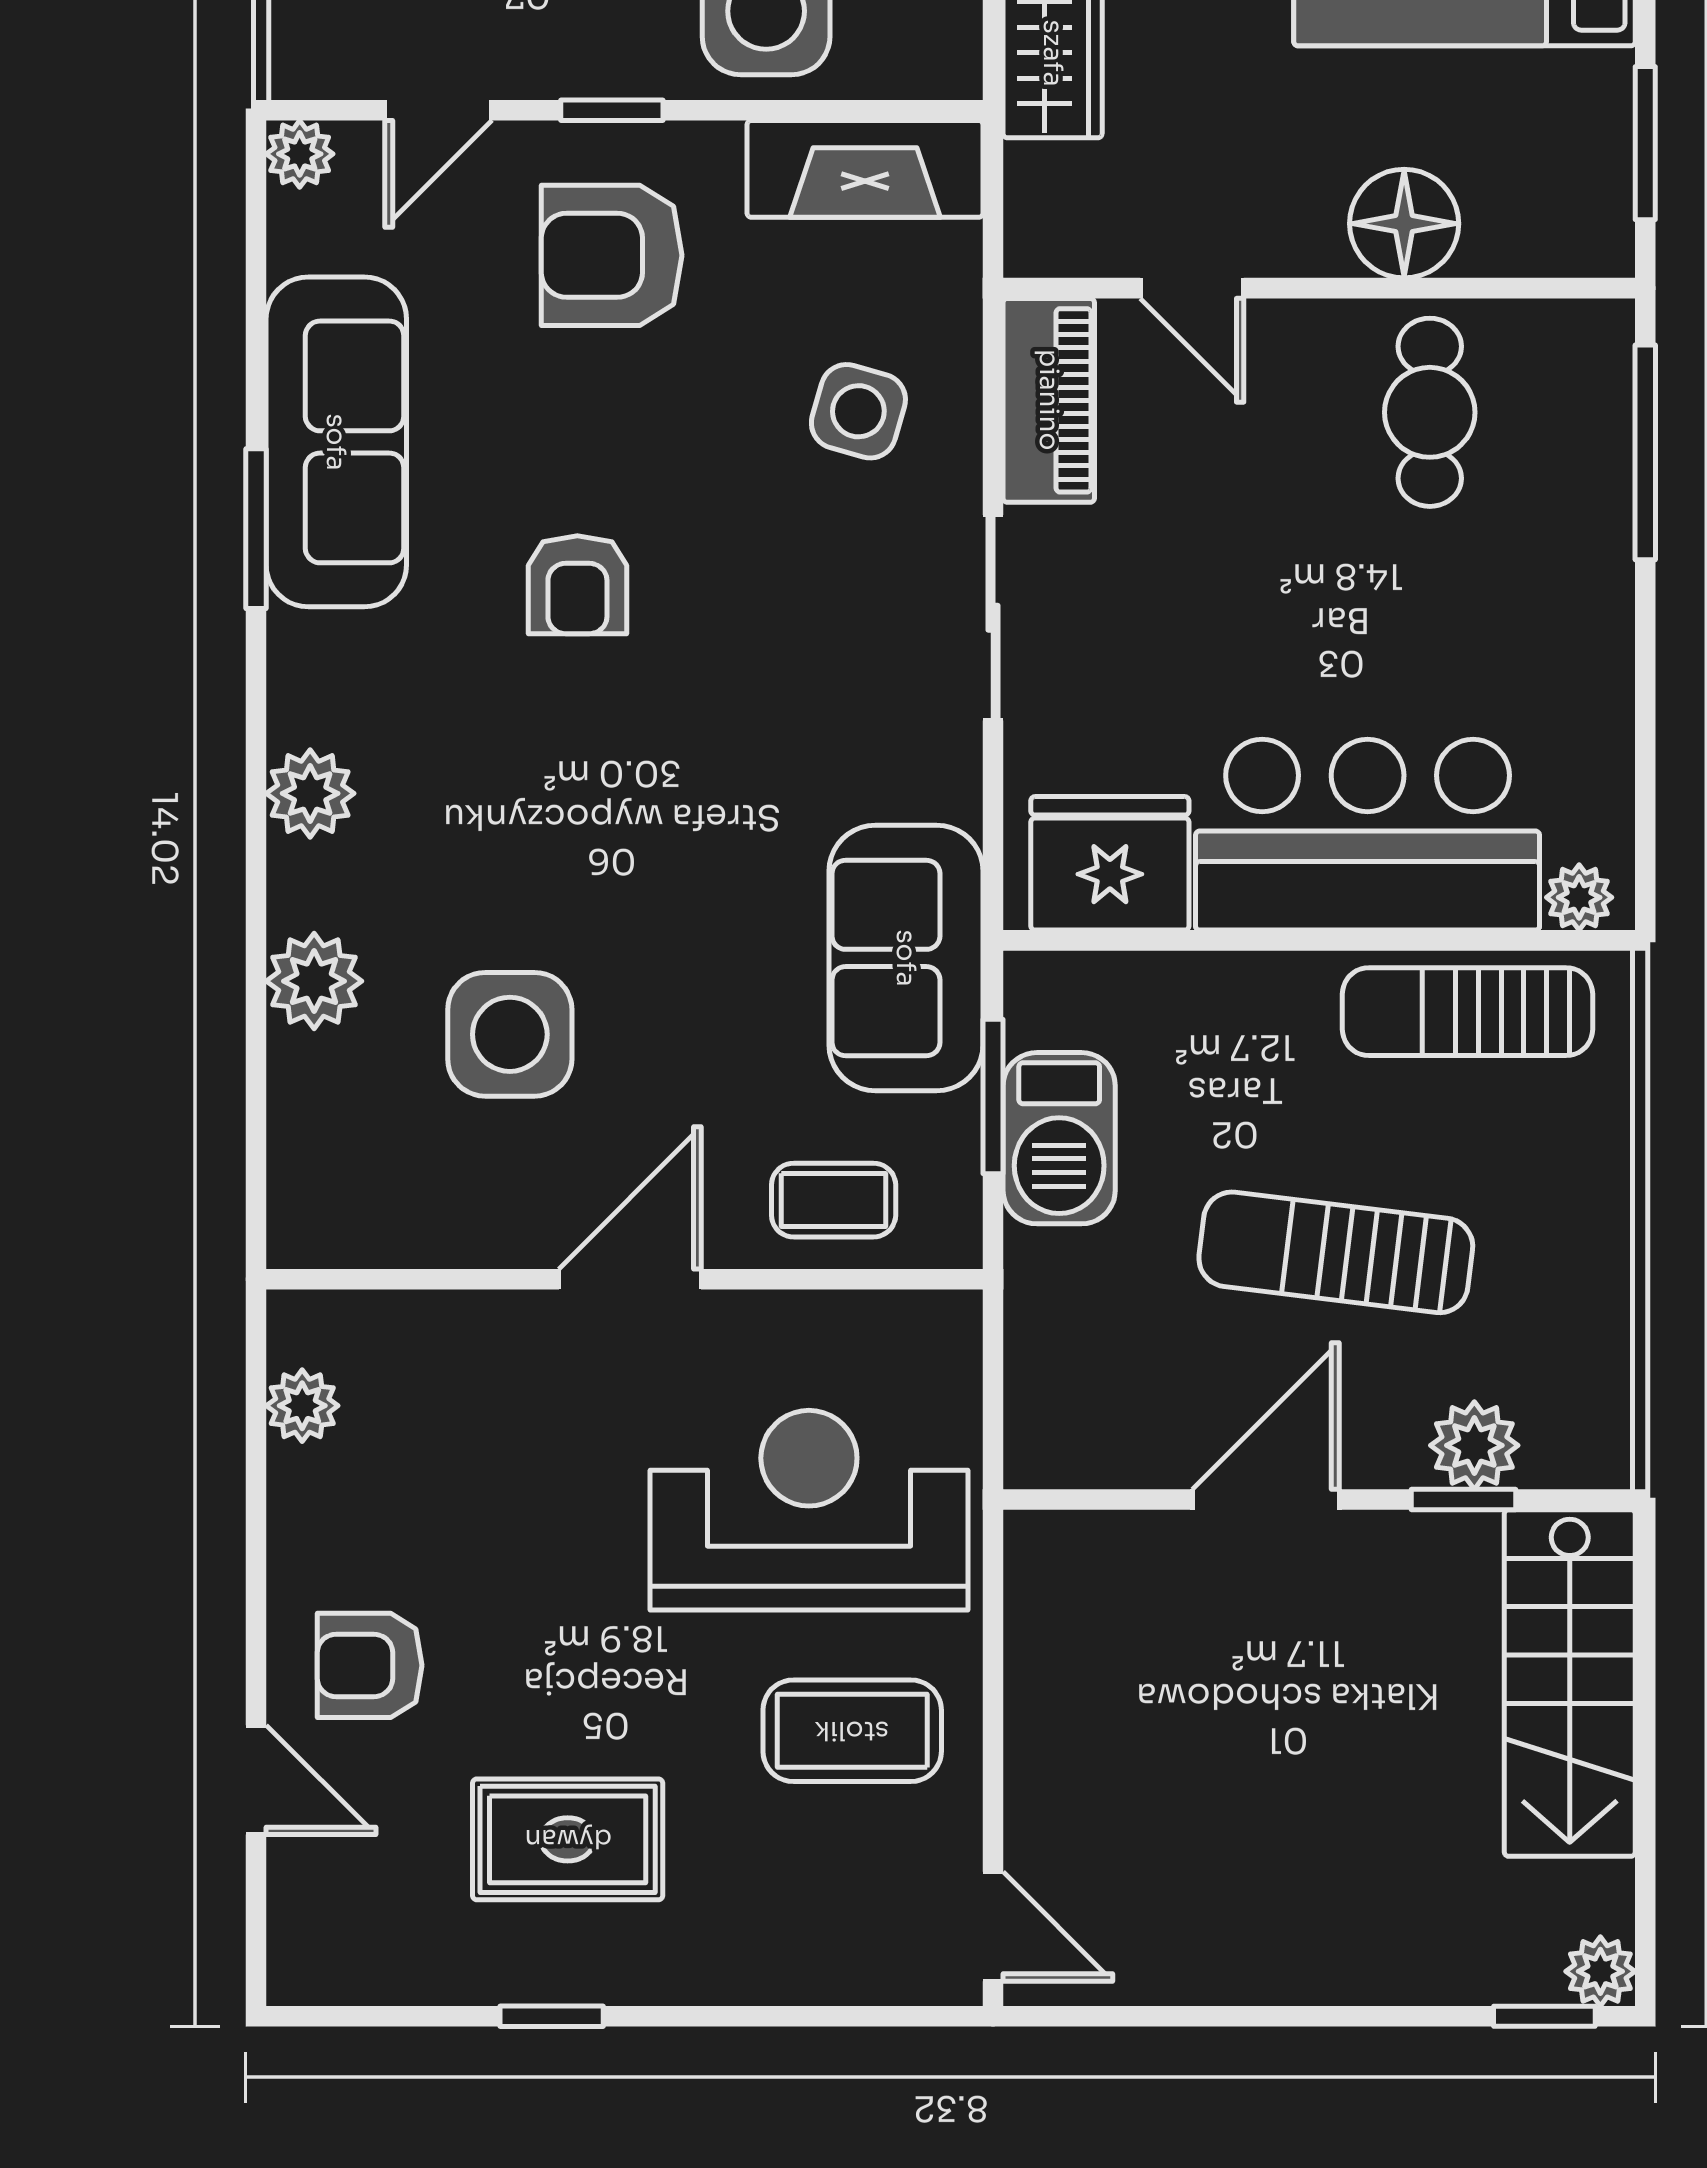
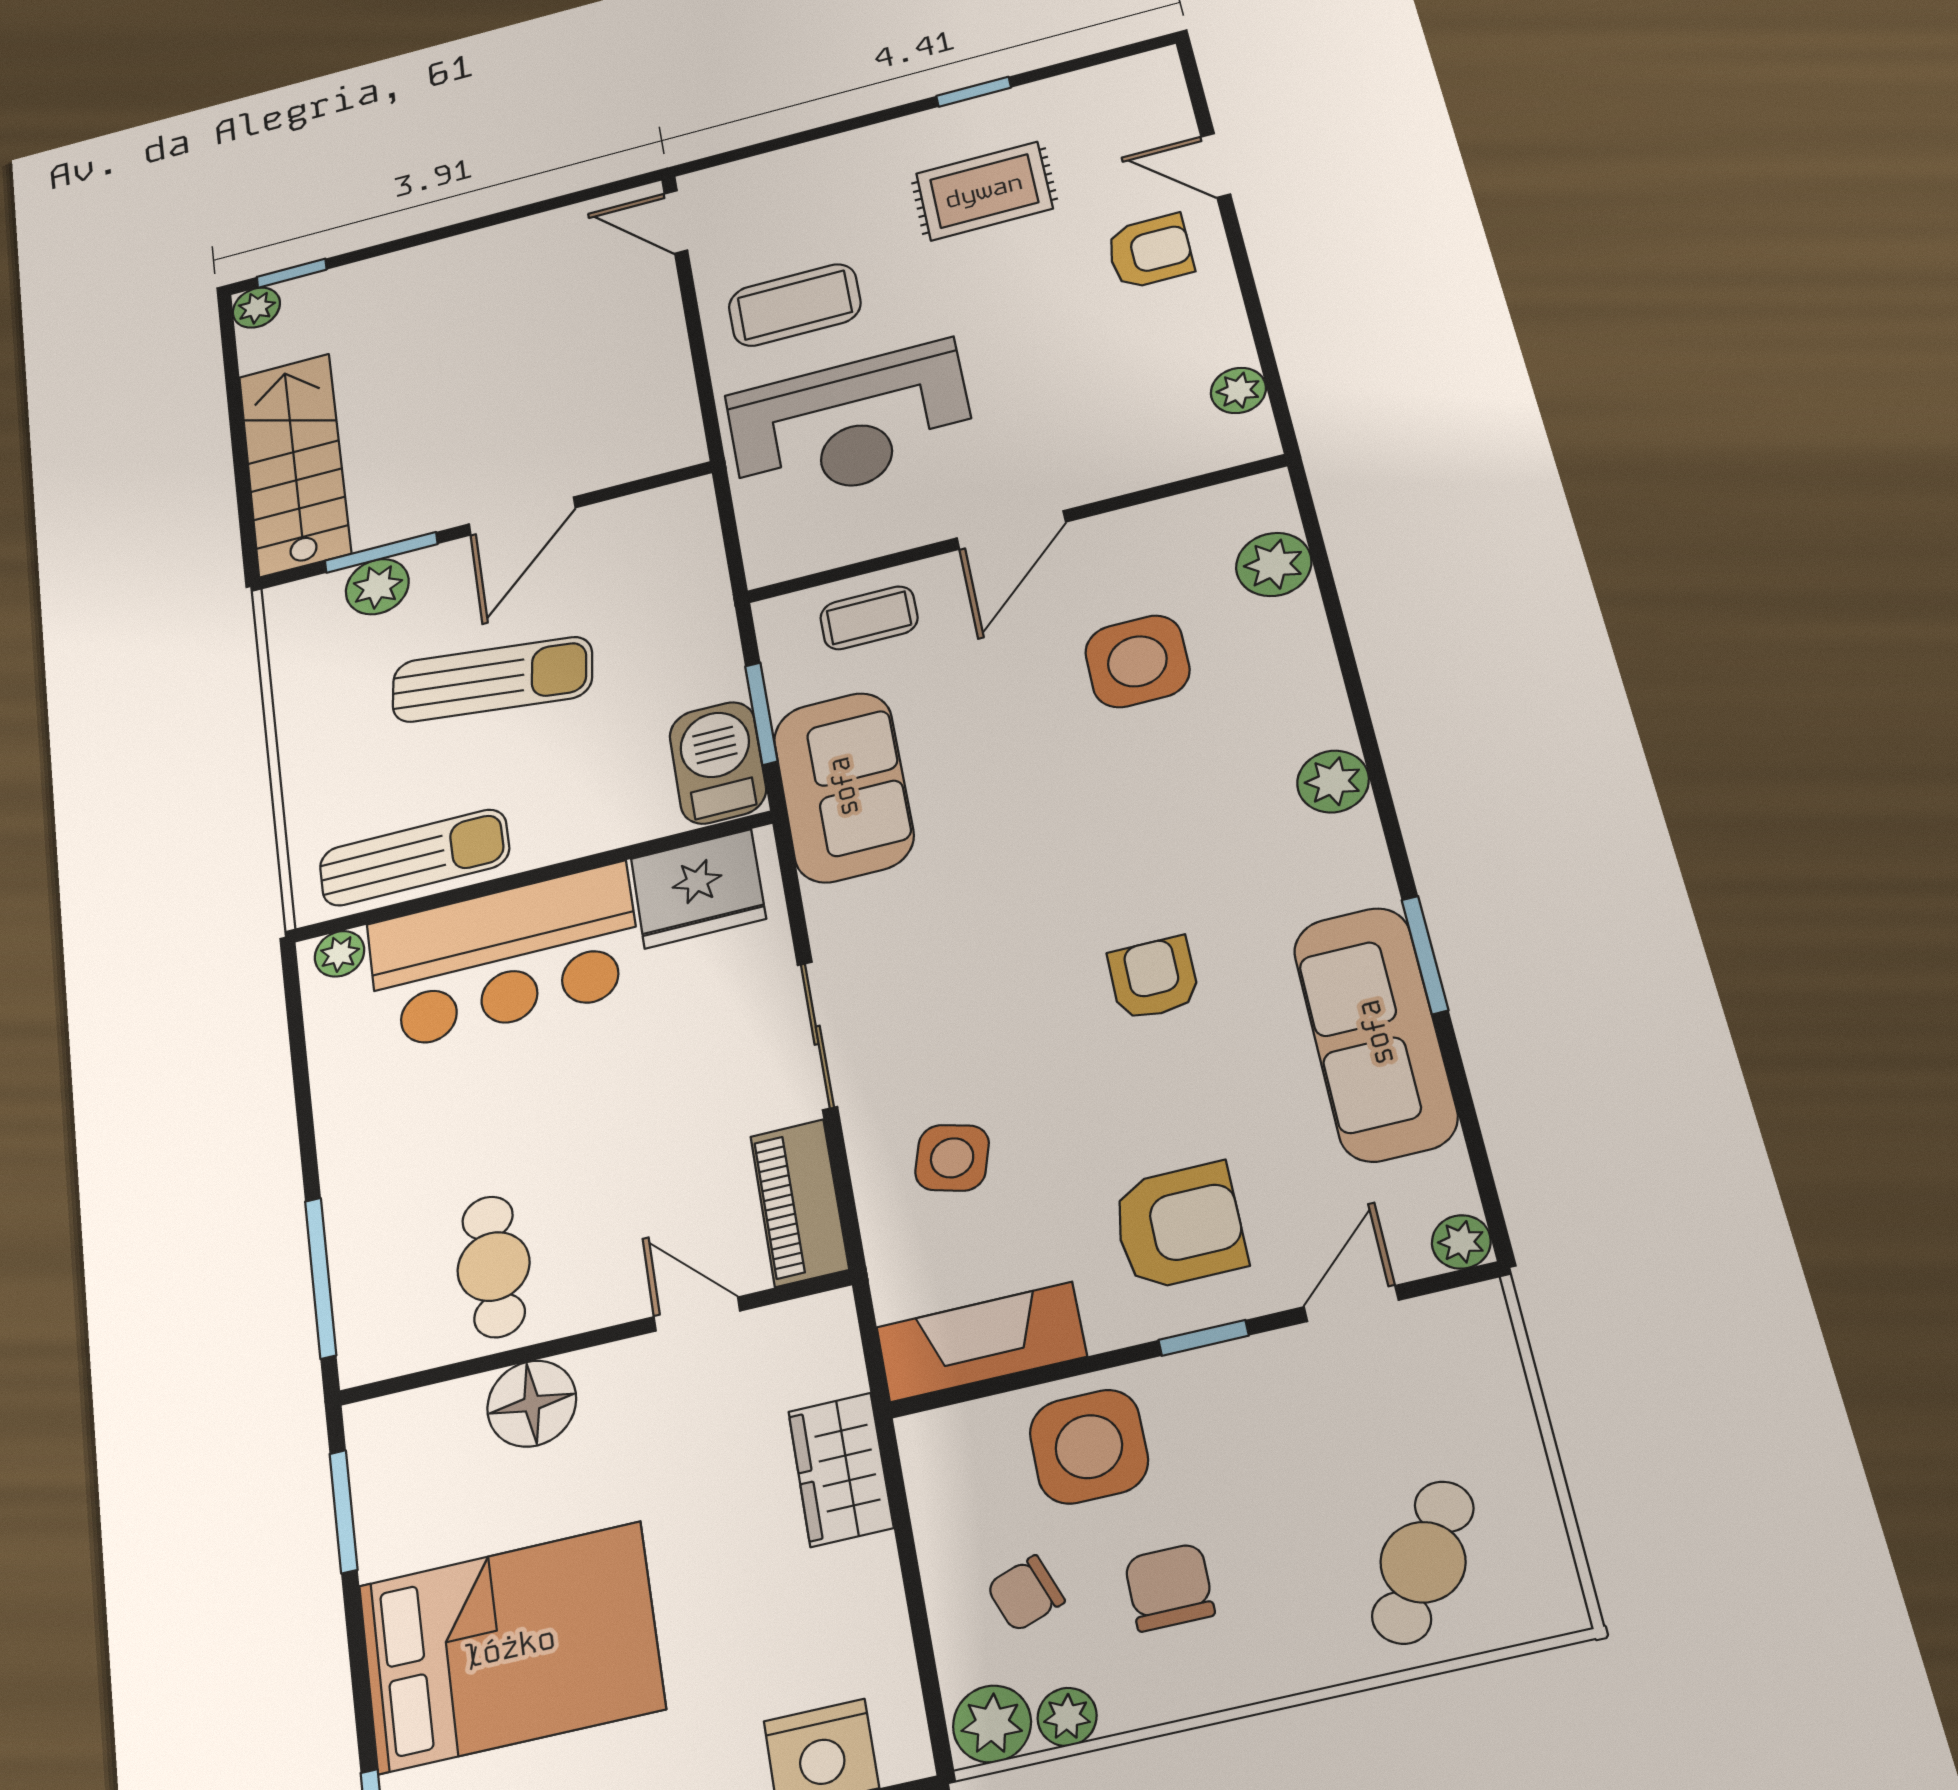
plant: (314, 981) -> (1274, 564), moved
barbecue: (1059, 1138) -> (718, 763), moved
window: (1464, 1499) -> (381, 552), width x1.50

